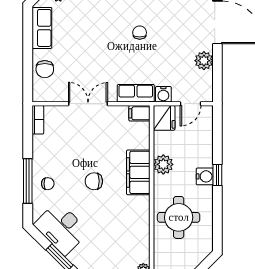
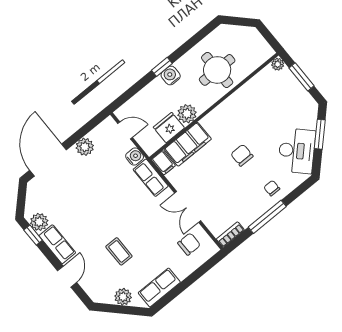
coffee table: (97, 19) -> (119, 251), added
chair: (140, 33) -> (103, 212), removed
chair: (45, 69) -> (189, 244), moved
fridge: (164, 118) -> (169, 128), moved
filing cabinet: (138, 172) -> (188, 144), moved
window: (28, 181) -> (267, 217), moved
chair: (94, 181) -> (242, 155), turned 180

